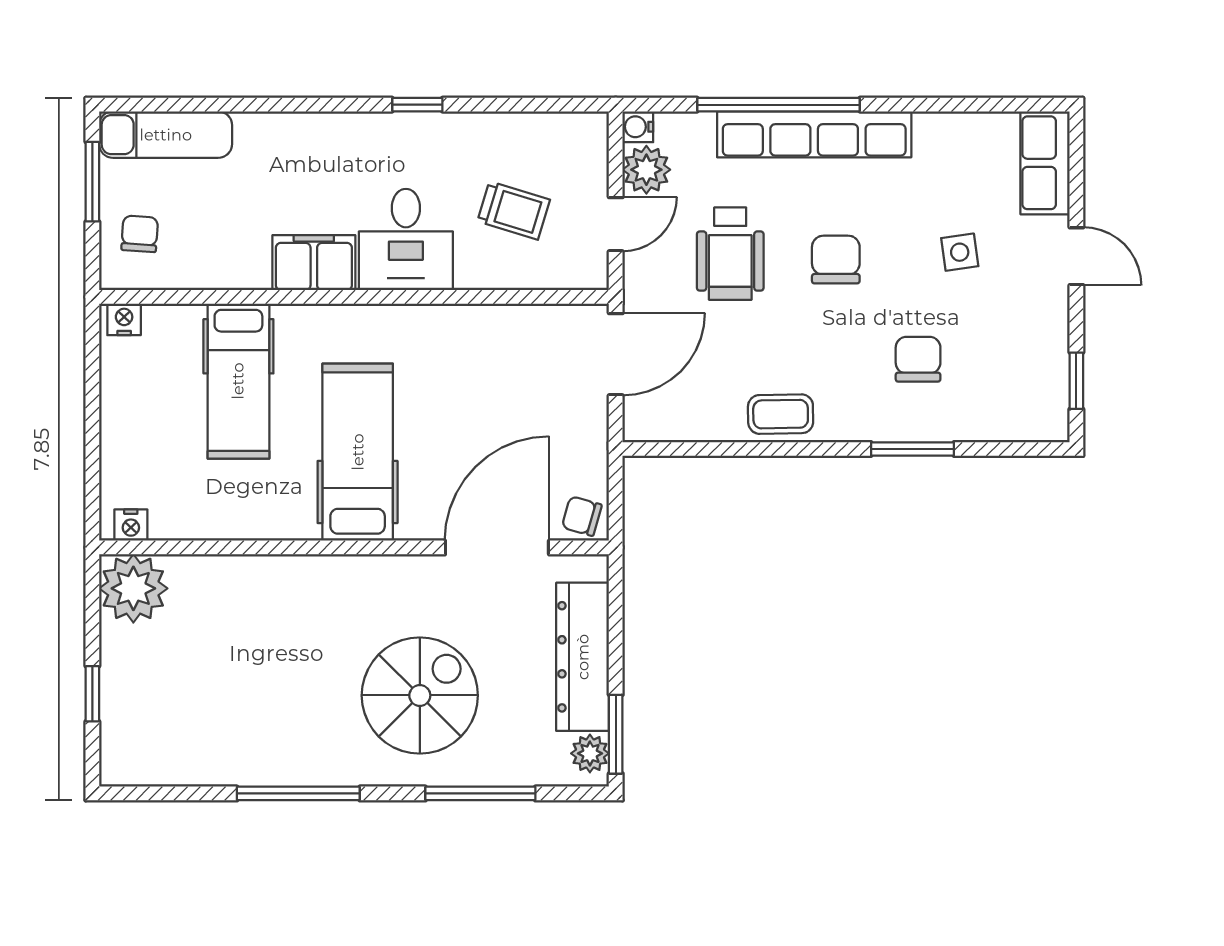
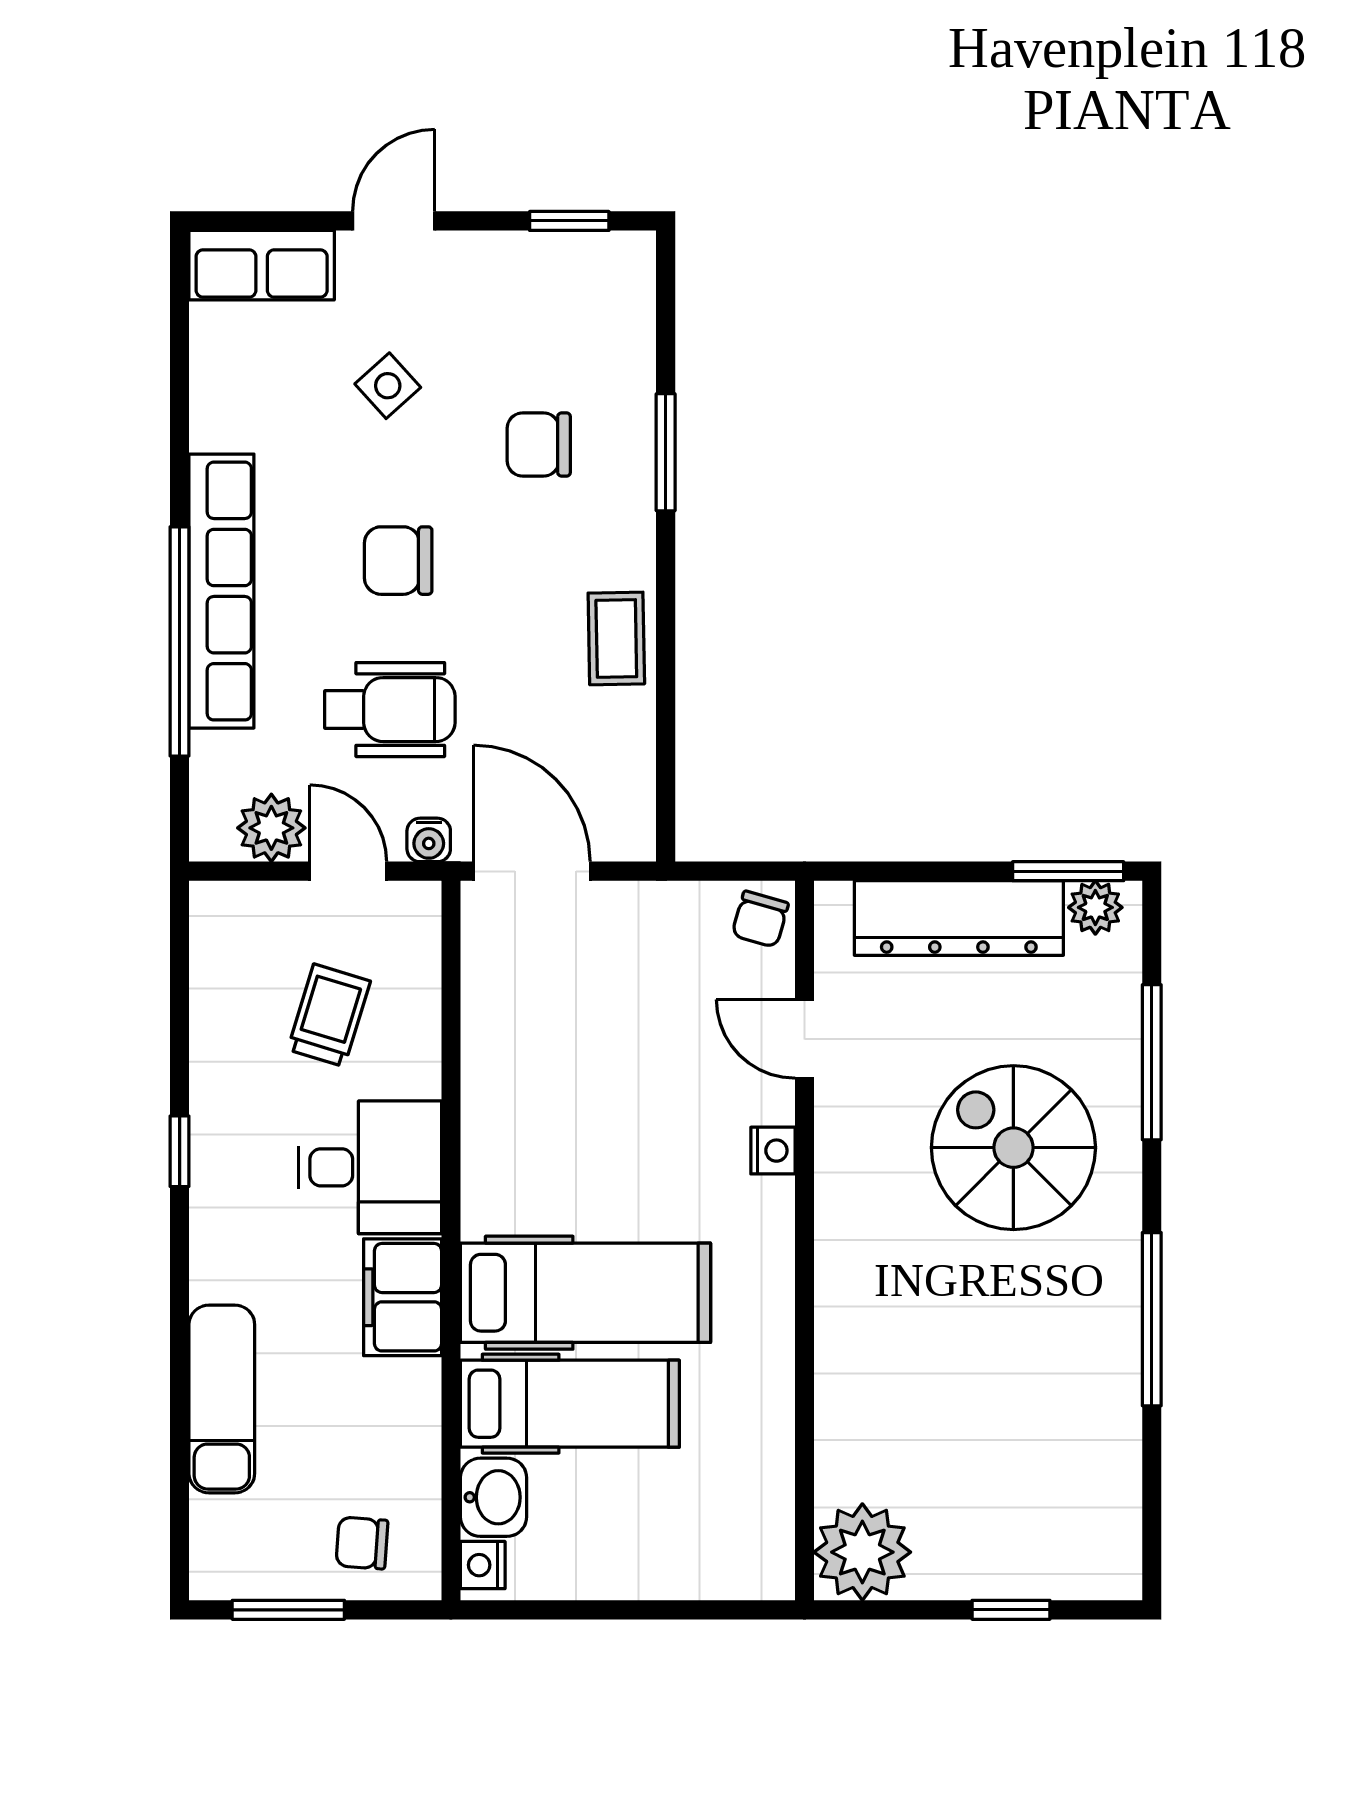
water cooler: (638, 127) -> (429, 840), moved
exam couch: (166, 135) -> (222, 1399), moved
side table: (960, 252) -> (388, 386), turned -34
washbasin: (172, 327) -> (494, 1497), added
hospital bed: (358, 452) -> (585, 1293), moved, turned 180
nightstand: (131, 525) -> (773, 1151), moved
door: (497, 547) -> (805, 1039), width x0.53

